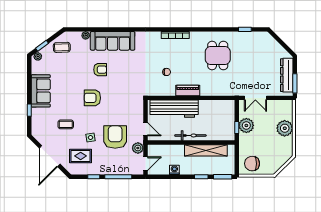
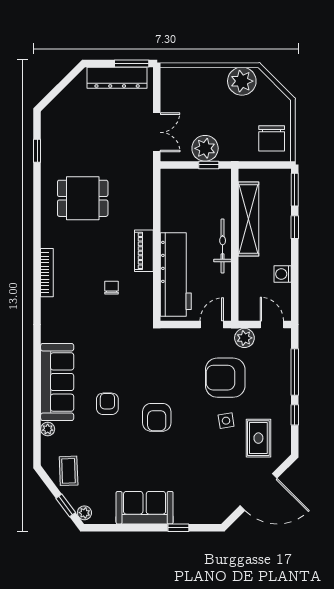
coffee table: (66, 124) -> (203, 464), removed
plant: (285, 128) -> (242, 81), moved

